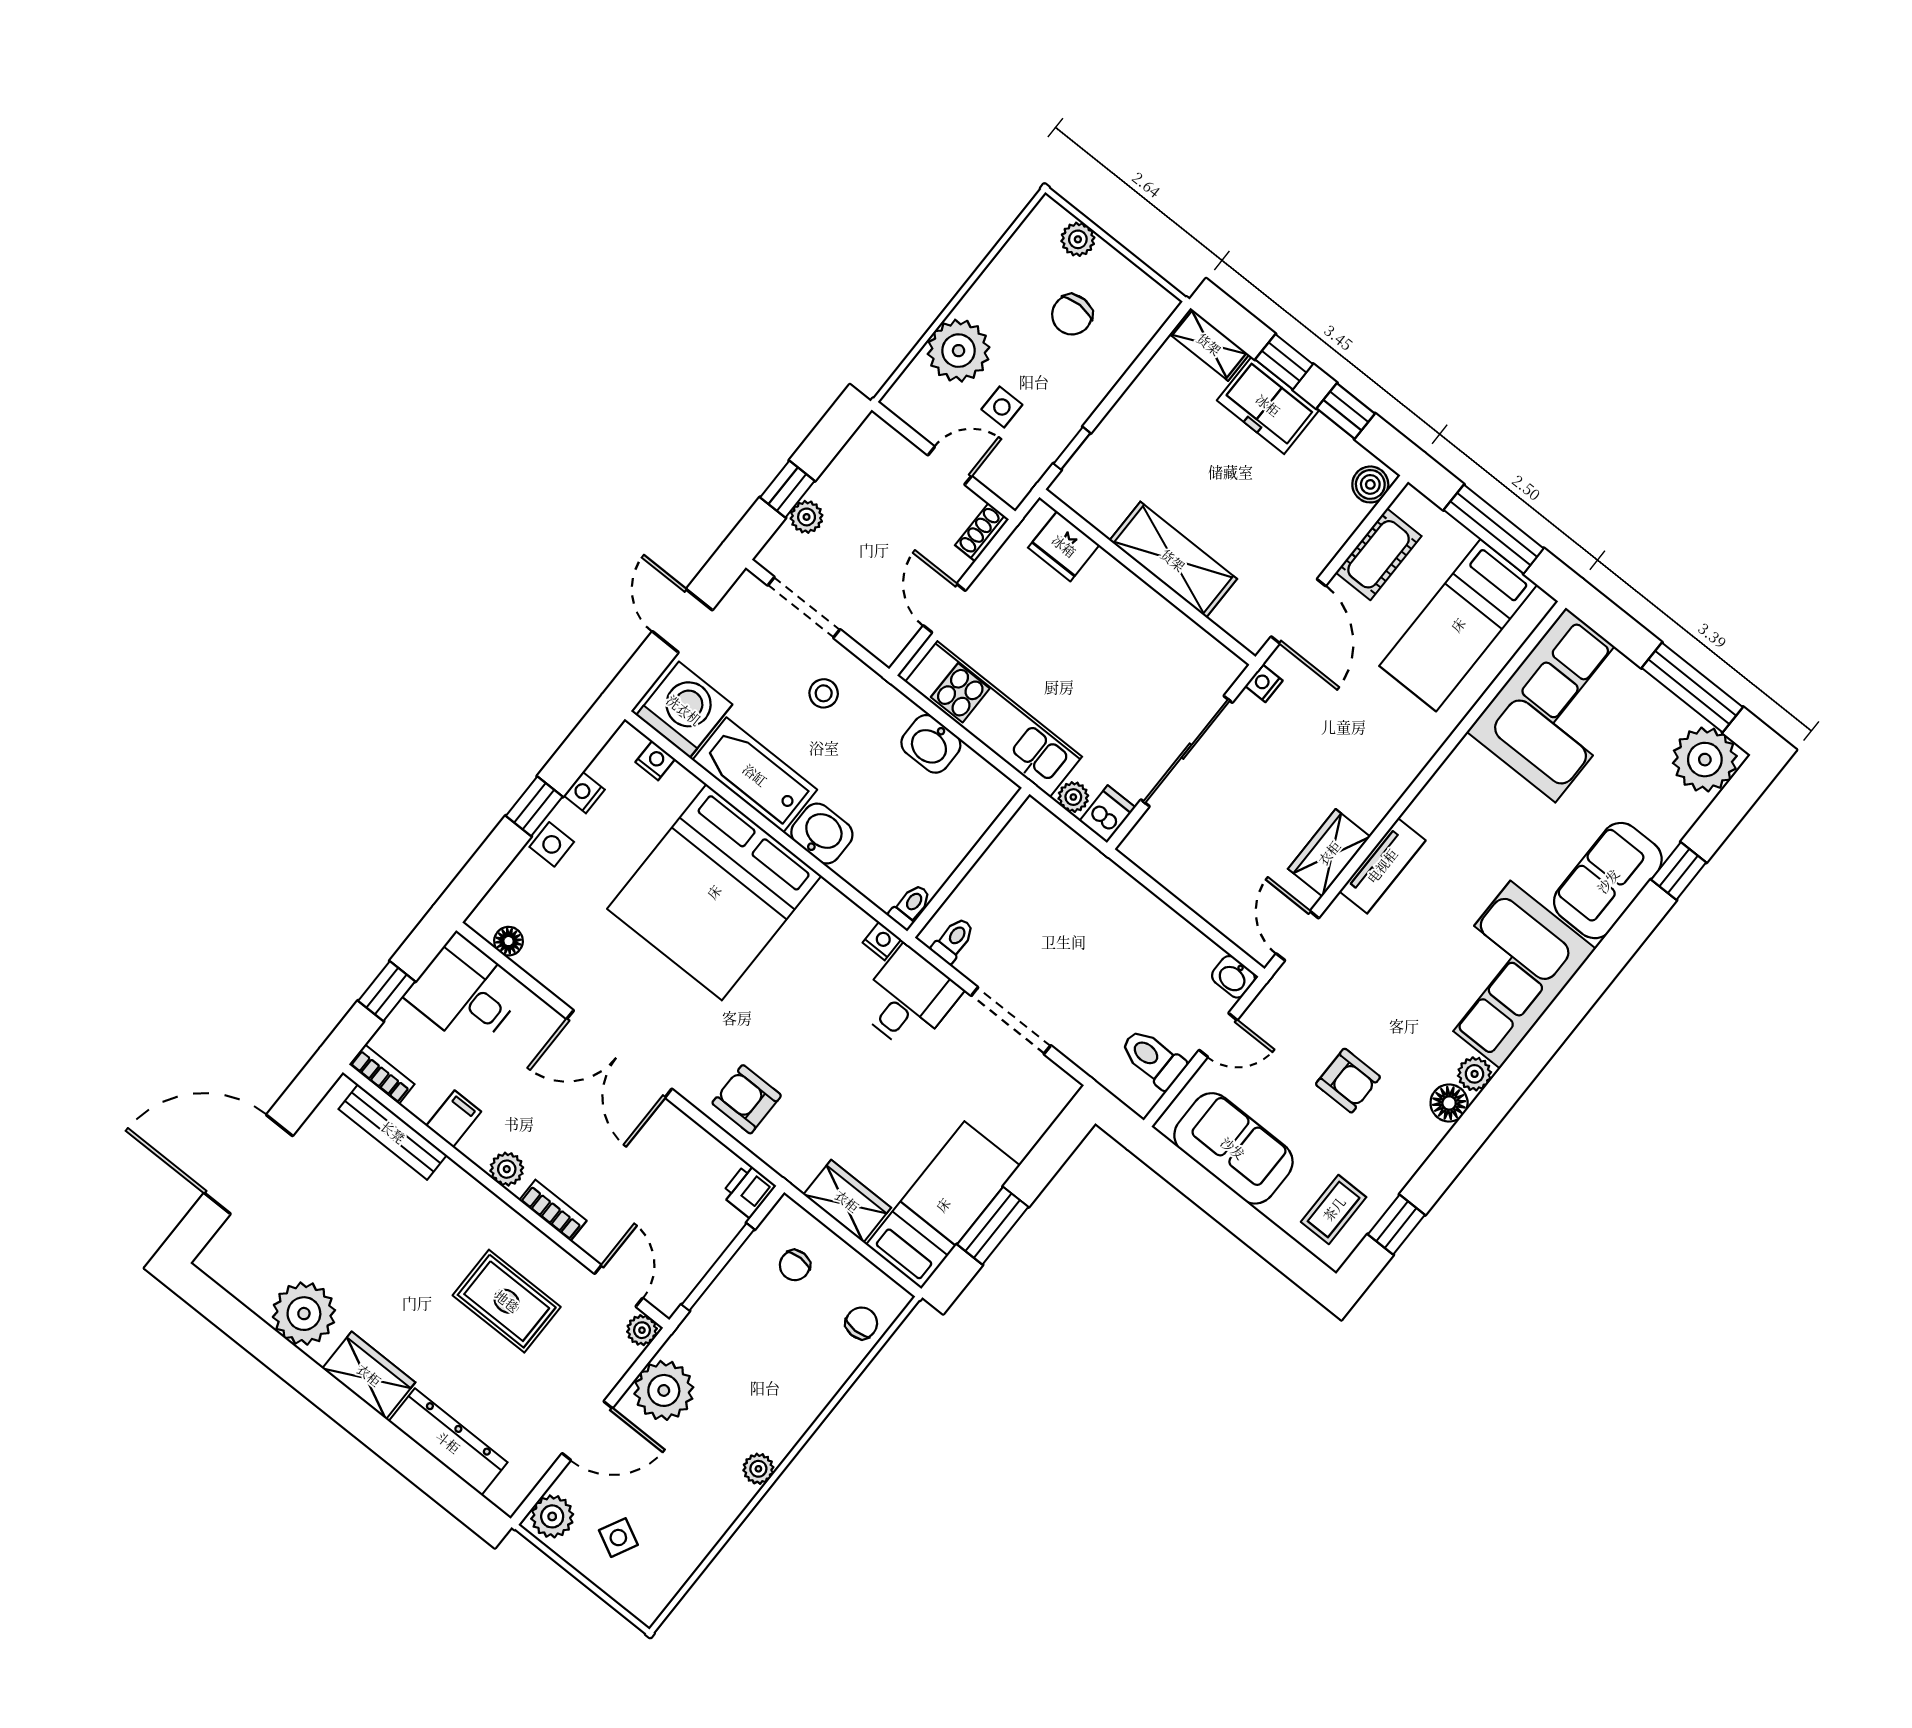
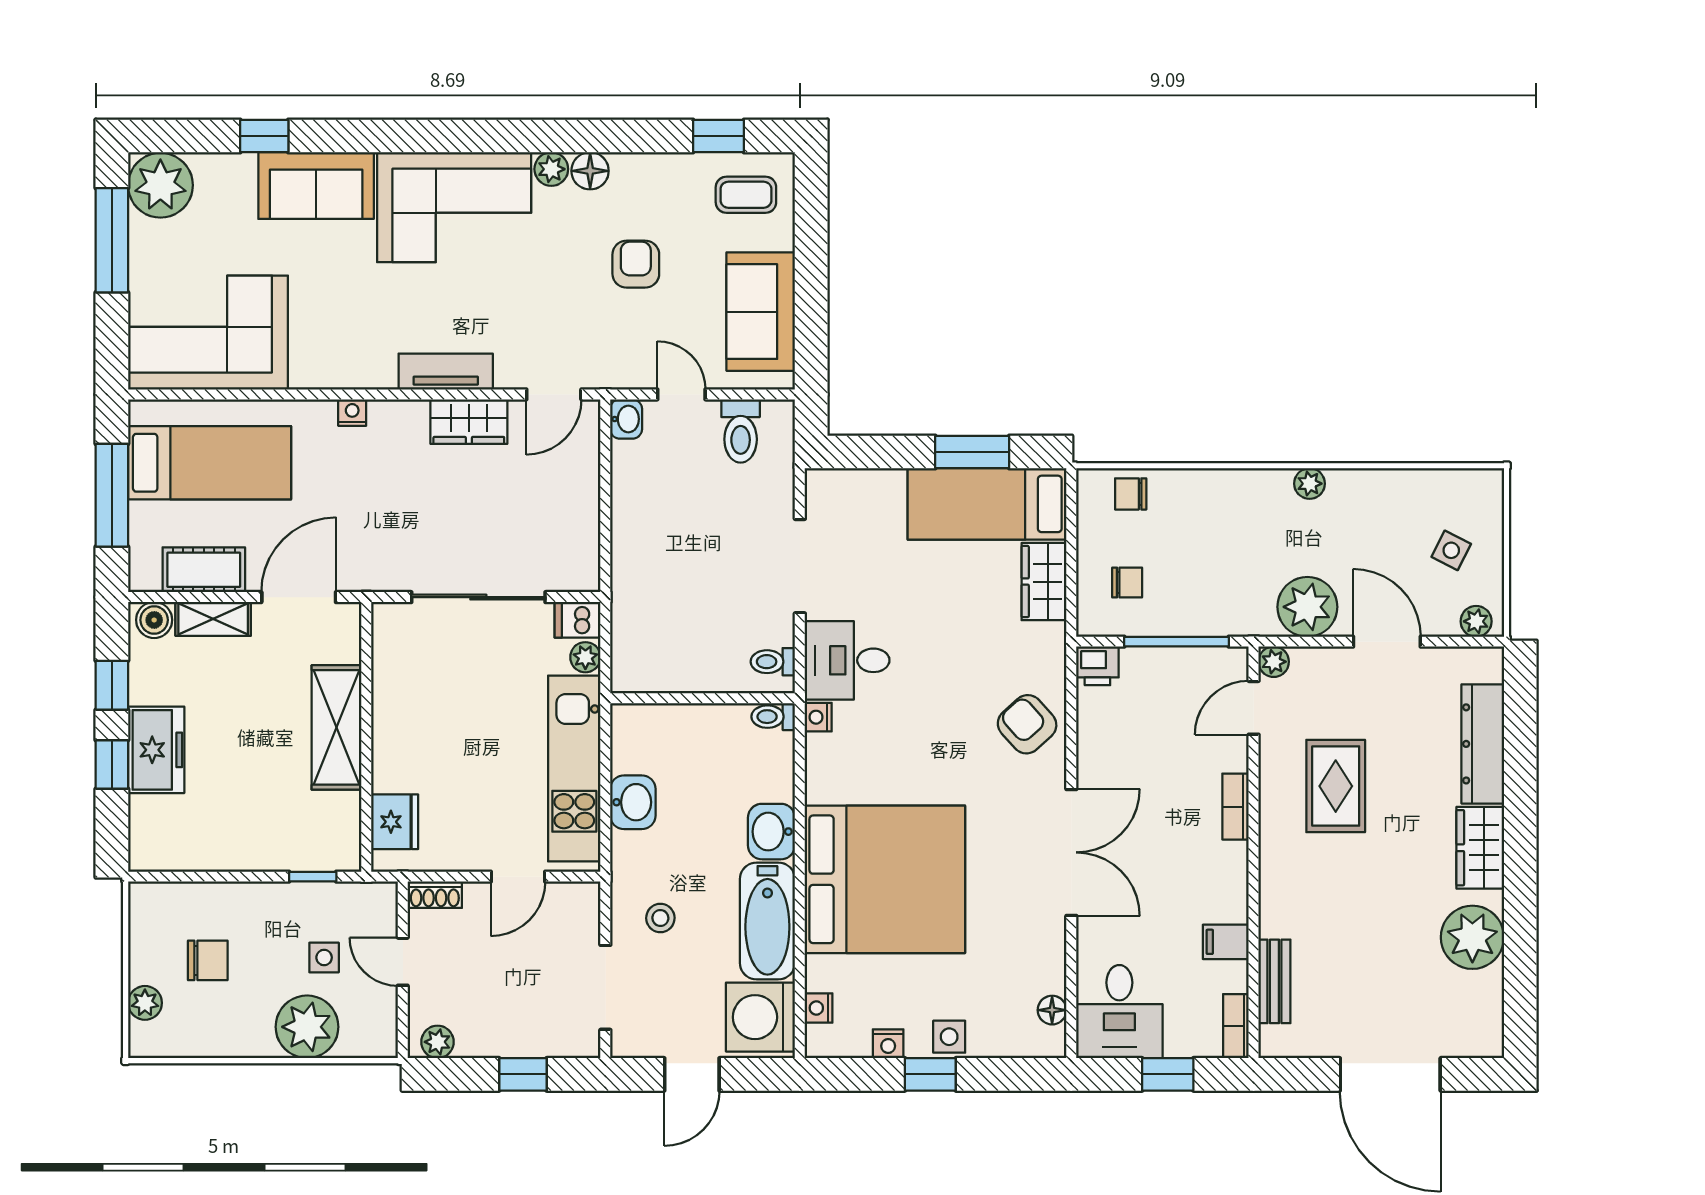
shelving: (1209, 344) -> (213, 619), moved, turned 90
plant: (807, 517) -> (438, 1042), moved
nightstand: (1264, 683) -> (352, 413), moved, turned 180
armchair: (747, 1099) -> (1027, 724), turned 138
bench: (393, 1132) -> (1274, 981), width x0.73
plant: (507, 1169) -> (1232, 869), removed
plant: (552, 1516) -> (1476, 621), width x0.73, depth x0.73

